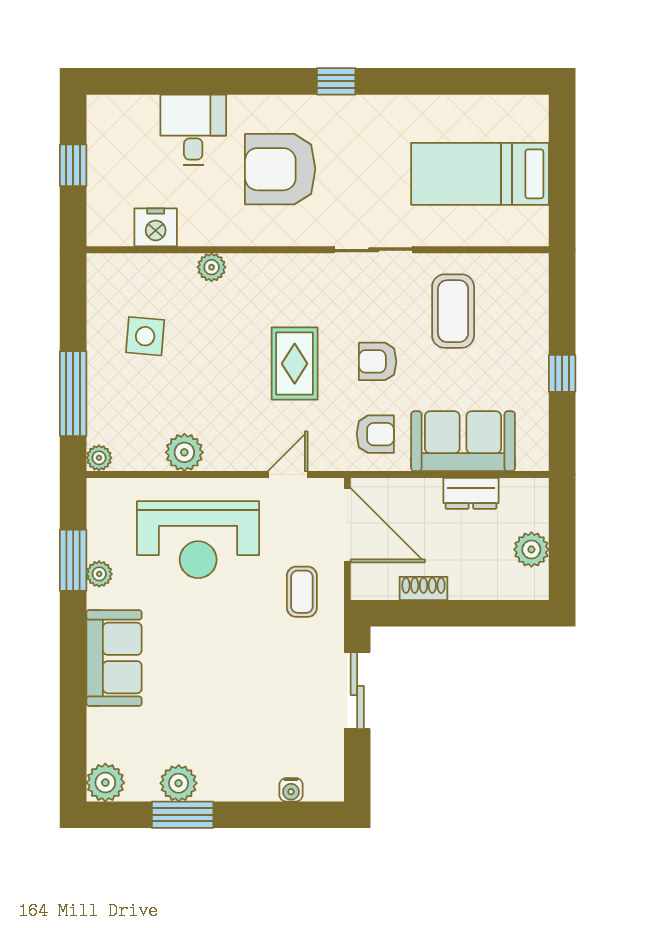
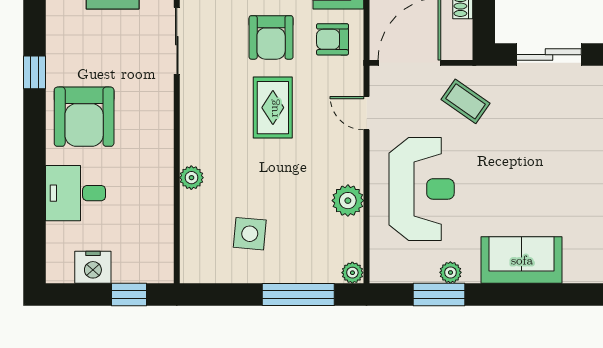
window: (73, 165) -> (129, 295), moved
armchair: (280, 169) -> (84, 117), moved
nightstand: (156, 227) -> (93, 267), moved, turned 90
armchair: (378, 361) -> (271, 37), width x1.38, depth x1.38
rug: (295, 364) -> (273, 108), turned 90
armchair: (375, 434) -> (333, 39), turned -90
coffee table: (302, 592) -> (466, 101), turned 35

